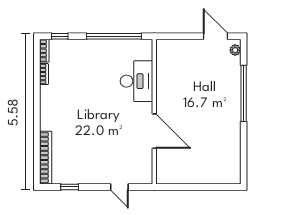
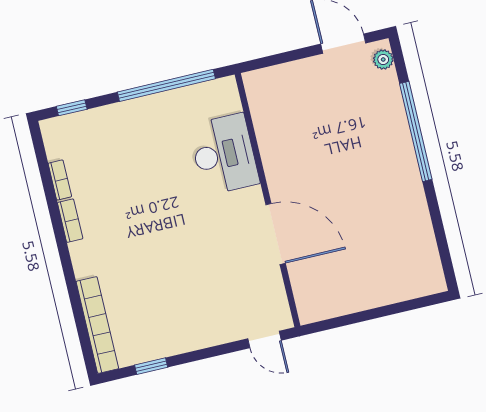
bookcase: (44, 51) -> (70, 221), moved
door: (119, 187) -> (265, 339), moved

